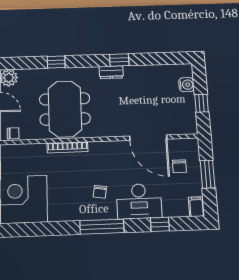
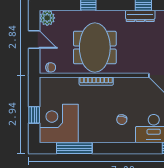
dresser: (111, 72) -> (140, 16), width x1.44
window: (102, 227) -> (74, 148), moved

